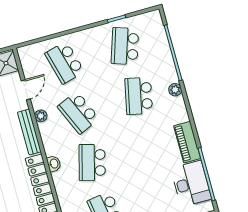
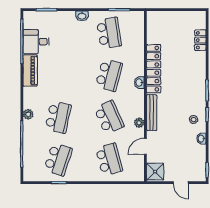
desk: (191, 184) -> (36, 42), width x0.73

